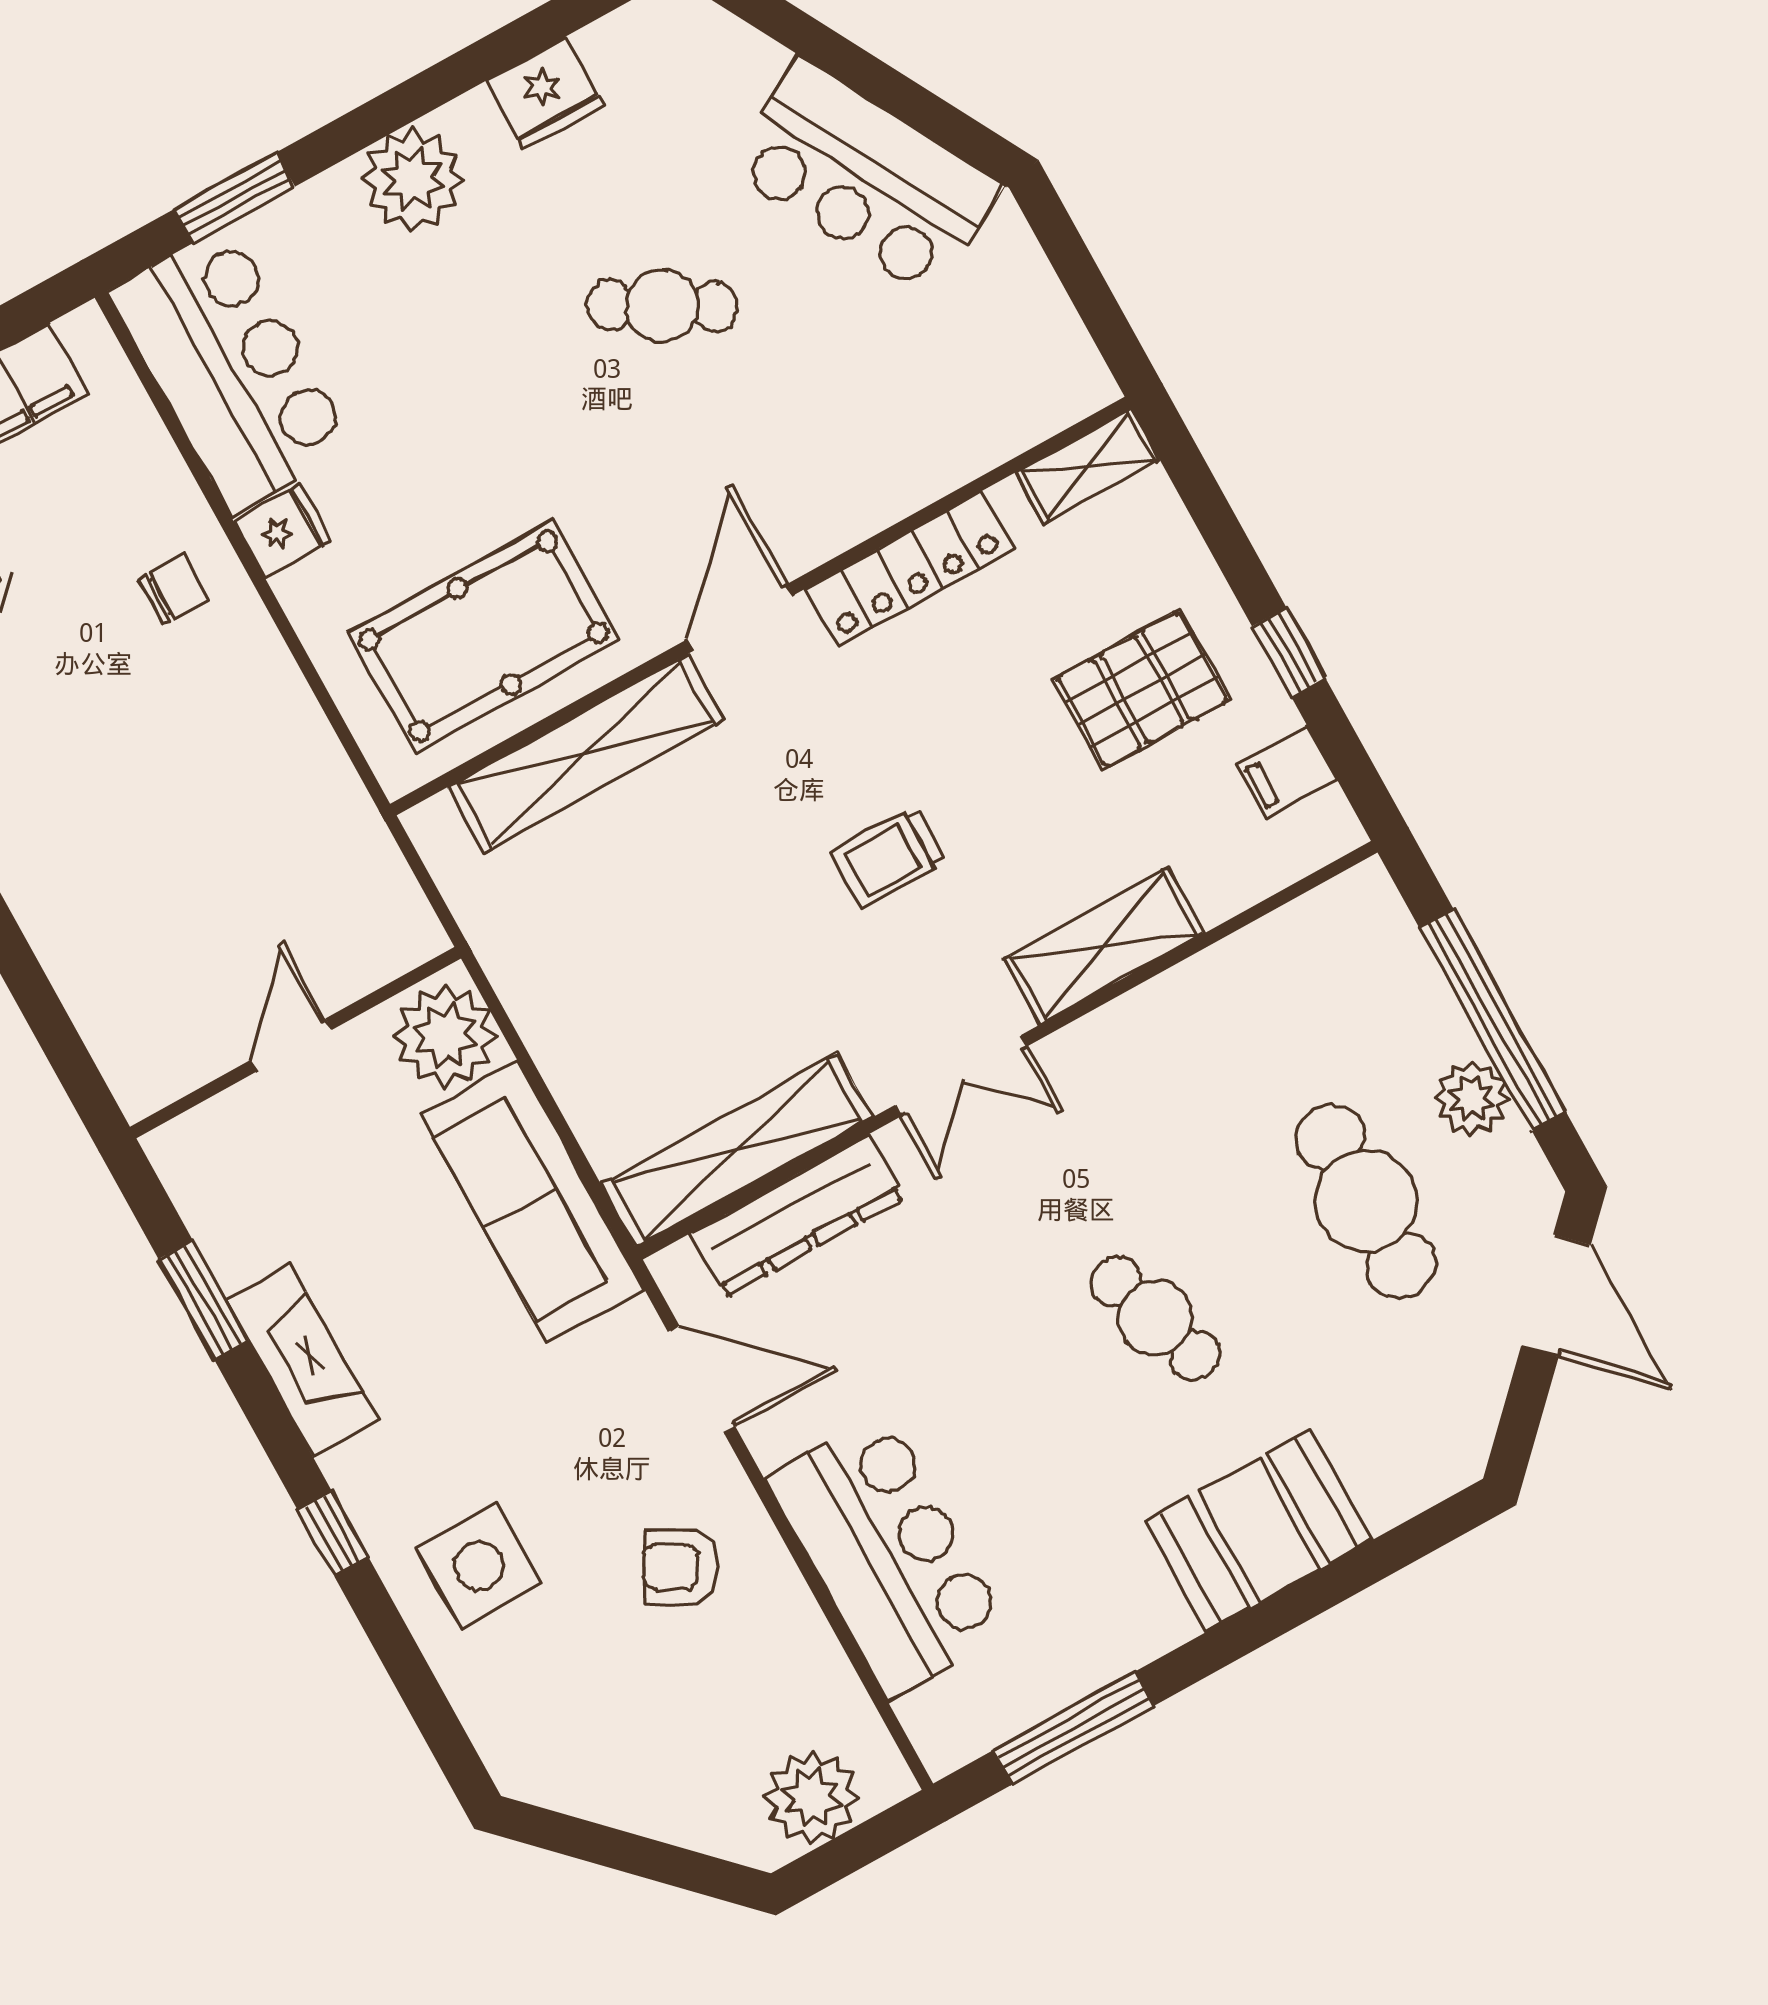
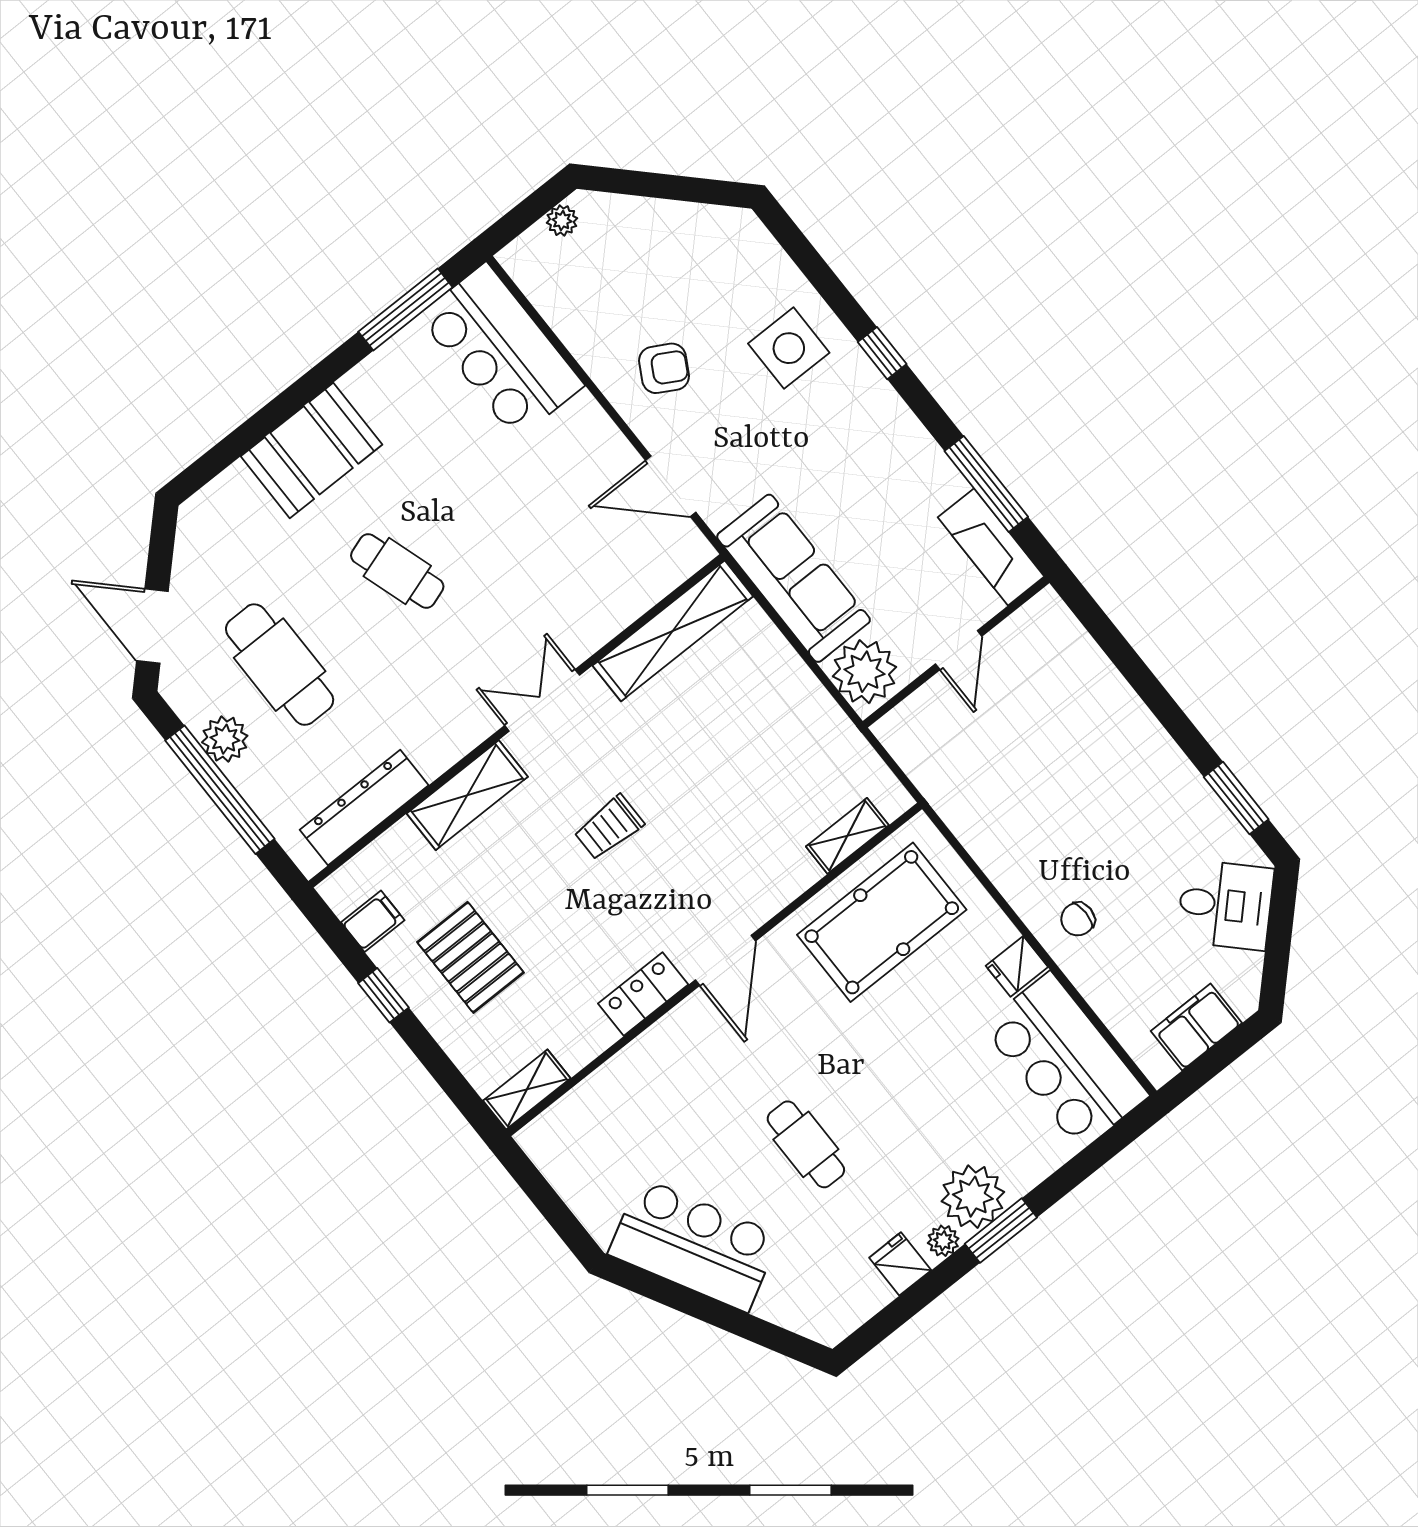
fridge: (545, 92) -> (900, 1264), width x0.72
plant: (471, 118) -> (943, 1241), added
window: (234, 198) -> (1001, 1231), moved
cafe table: (662, 306) -> (806, 1144), turned 60
locker: (909, 569) -> (643, 994), width x0.66
pallet: (1142, 689) -> (470, 957), turned 90
shelving: (586, 753) -> (847, 836), width x0.45, depth x0.75
trolley: (889, 858) -> (609, 827), turned 180
dresser: (798, 1216) -> (364, 808), moved
window: (203, 1300) -> (986, 484), width x1.44
fireplace: (302, 1360) -> (991, 547), moved
bar counter: (887, 1555) -> (501, 351), moved
plant: (812, 1797) -> (562, 221), width x0.53, depth x0.53

